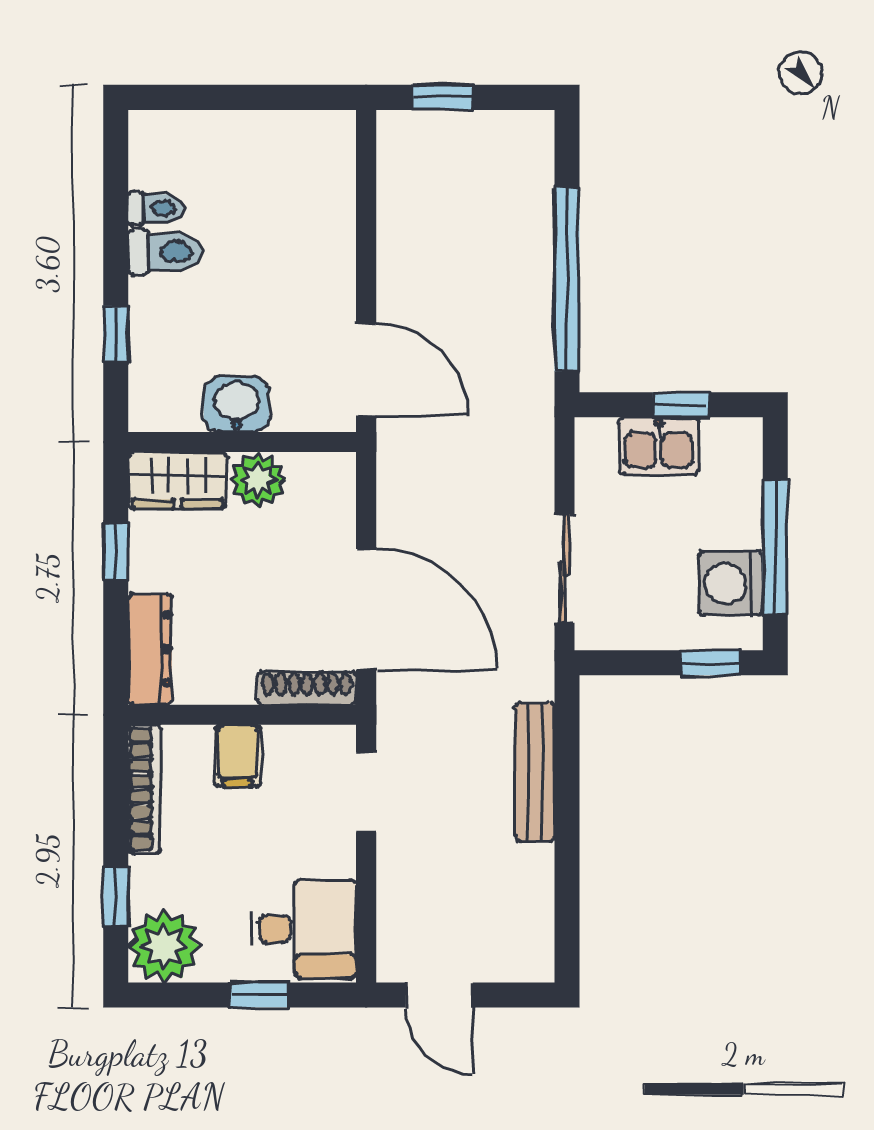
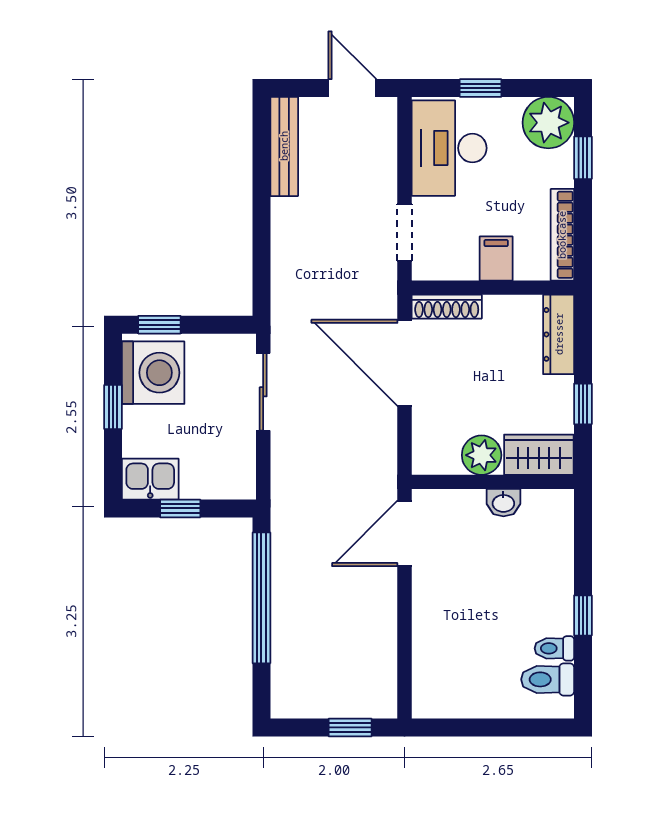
toilet: (165, 252) -> (548, 679), moved
window: (116, 334) -> (583, 615), moved
door: (366, 370) -> (405, 533), hinge flipped
washbasin: (236, 404) -> (503, 503), width x0.72, depth x0.69
kitchen sink: (659, 446) -> (150, 479), moved
window: (775, 547) -> (113, 407), width x0.46
washing machine: (731, 584) -> (153, 373), width x1.37, depth x1.37
bench: (535, 772) -> (284, 146), moved
desk: (304, 929) -> (449, 148), width x1.37

